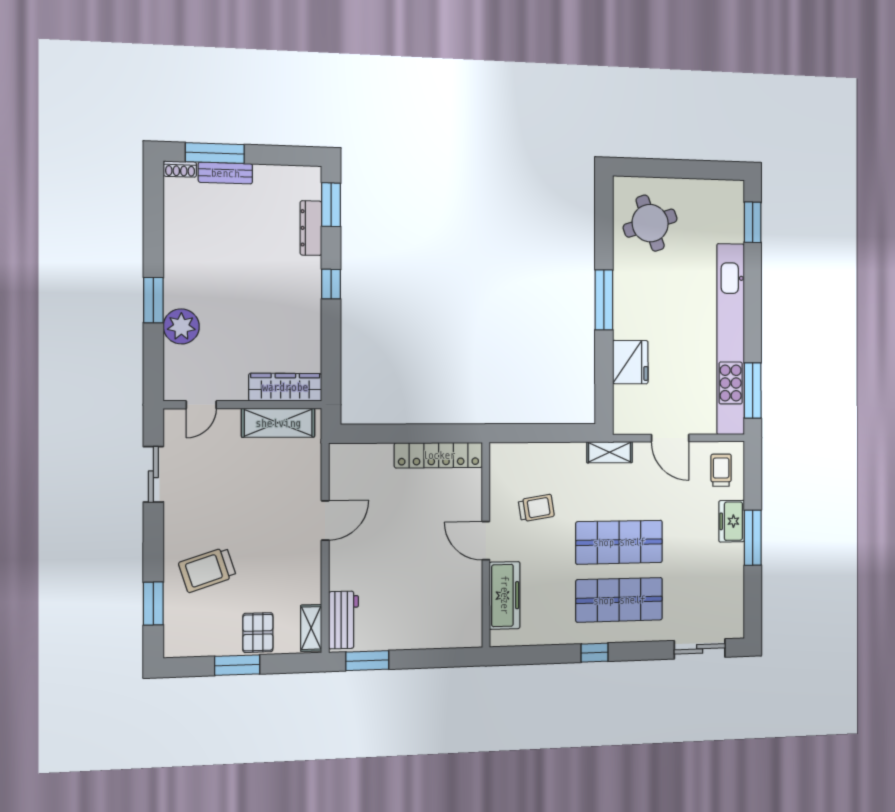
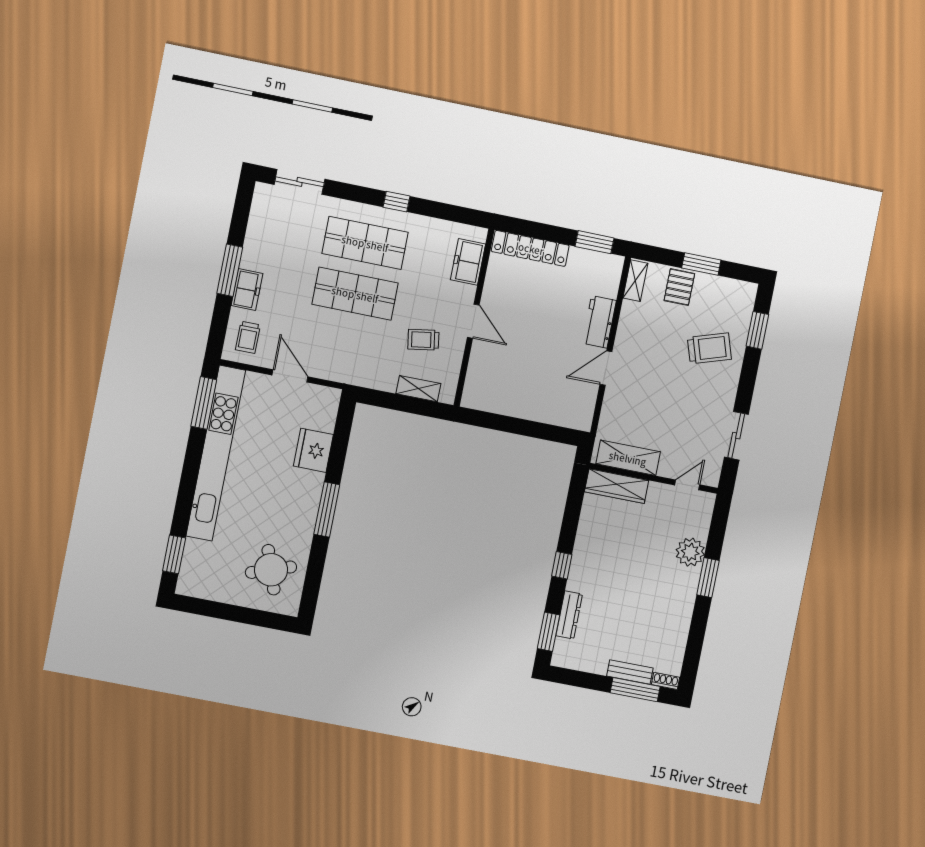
shelving: (610, 452) -> (418, 389), moved
locker: (439, 455) -> (530, 248), moved, turned 180
freezer: (505, 595) -> (468, 262), width x0.71
workbench: (344, 620) -> (599, 322), moved

